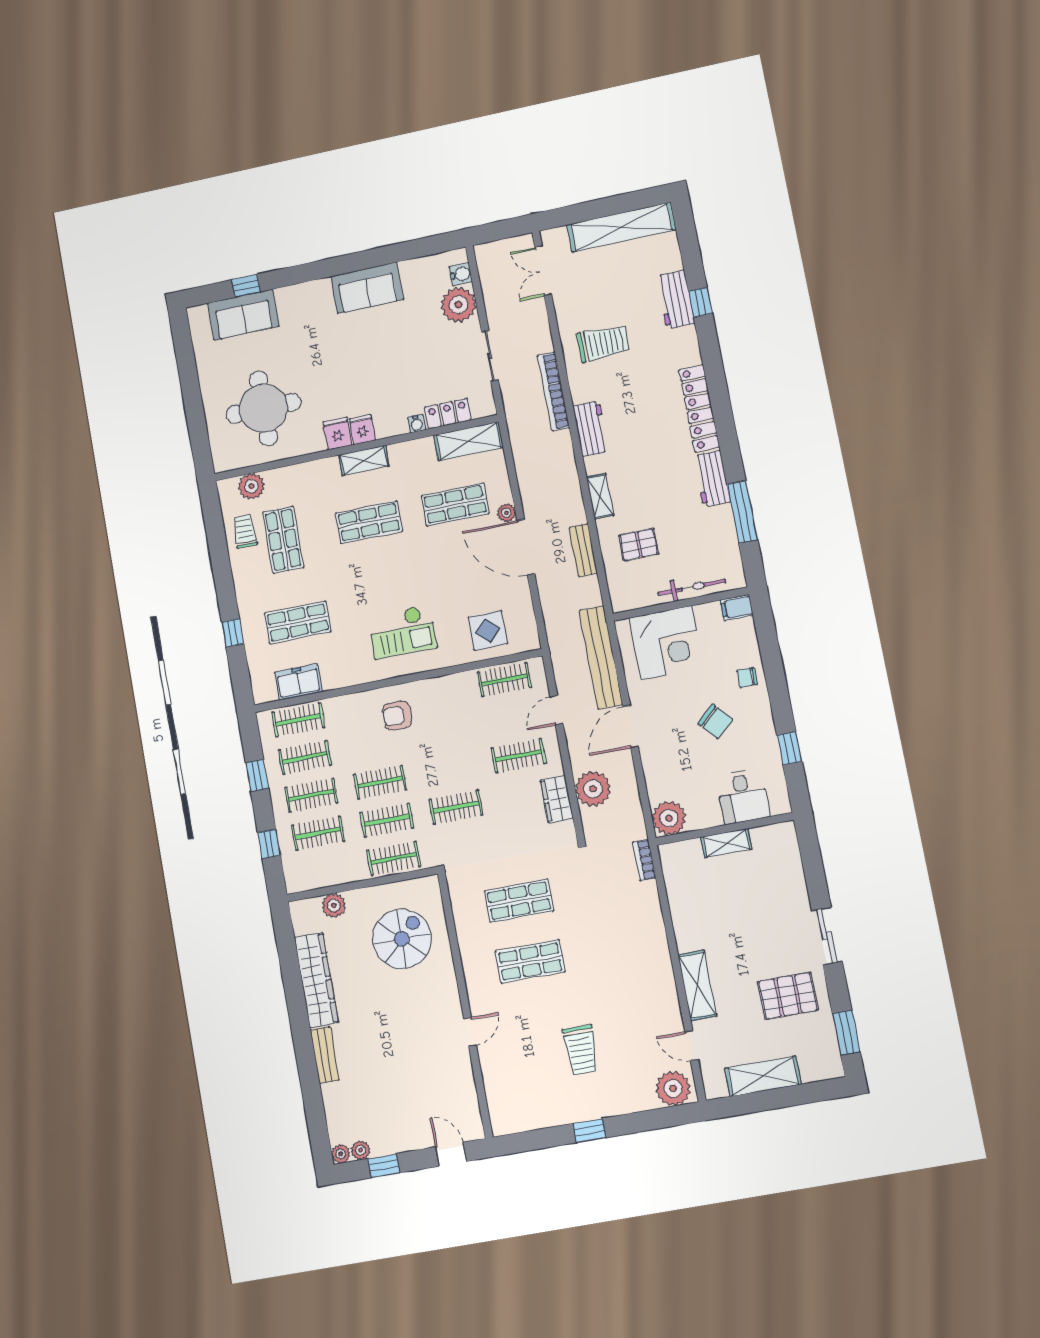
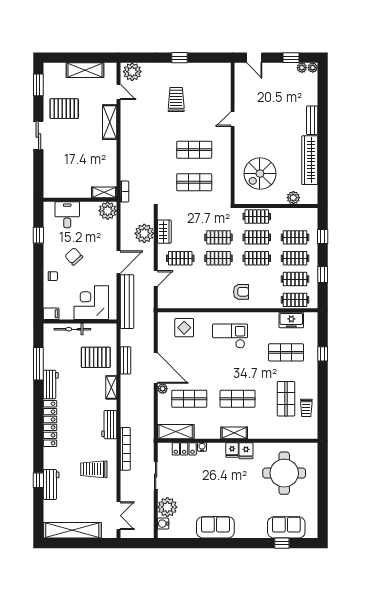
plant: (251, 486) -> (298, 432), removed
pallet: (639, 545) -> (96, 357), width x1.50, depth x1.42
clothes rail: (504, 680) -> (218, 258), moved
shelving: (726, 843) -> (104, 192), moved

